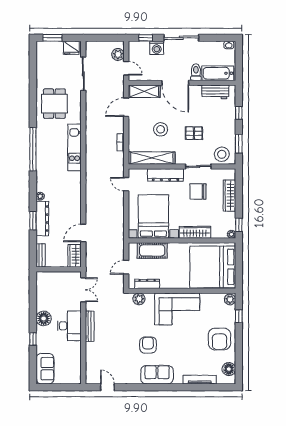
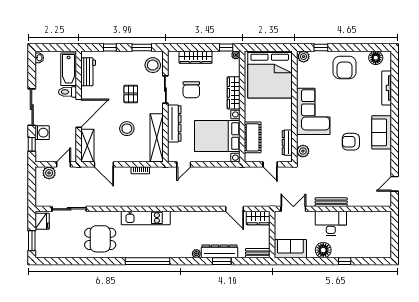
armchair: (219, 339) -> (345, 67), turned 90
sofa: (45, 369) -> (290, 249), moved

